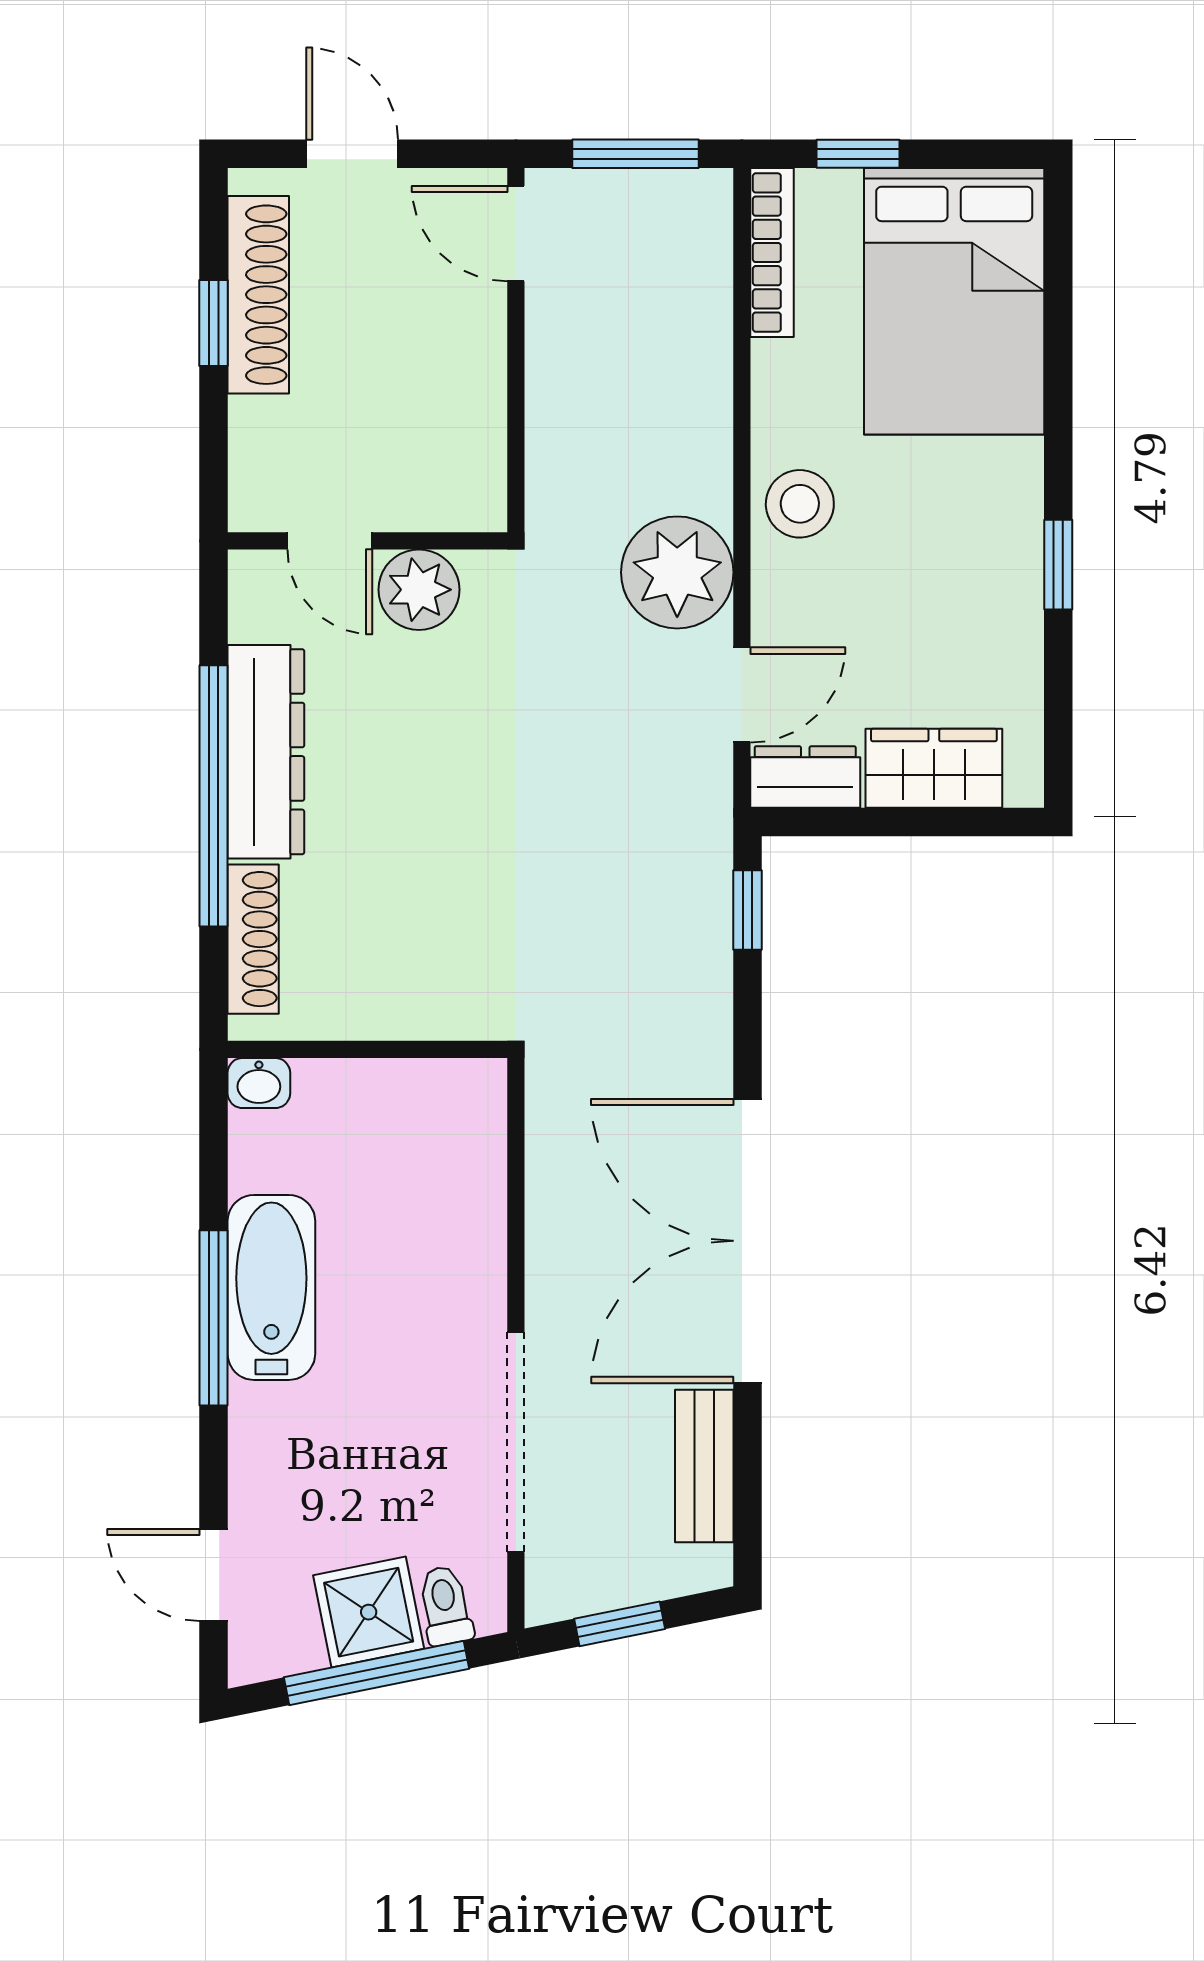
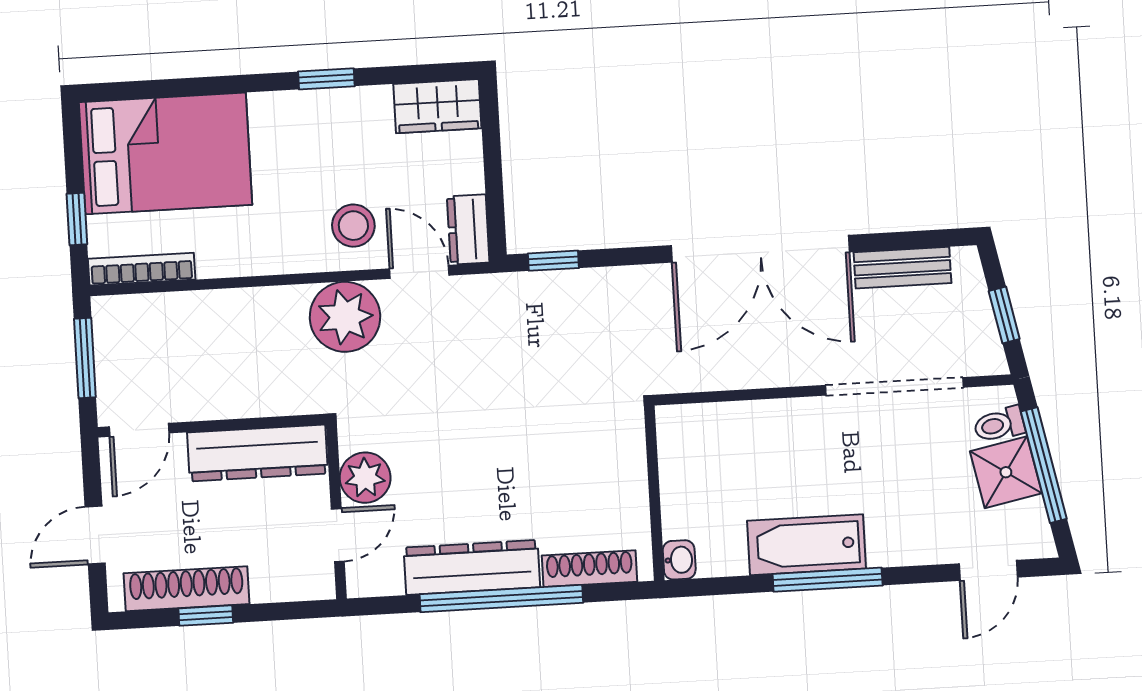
dresser: (468, 420) -> (257, 453), added
stool: (800, 504) -> (353, 226), moved
wardrobe: (934, 768) -> (437, 106), moved, turned -90

